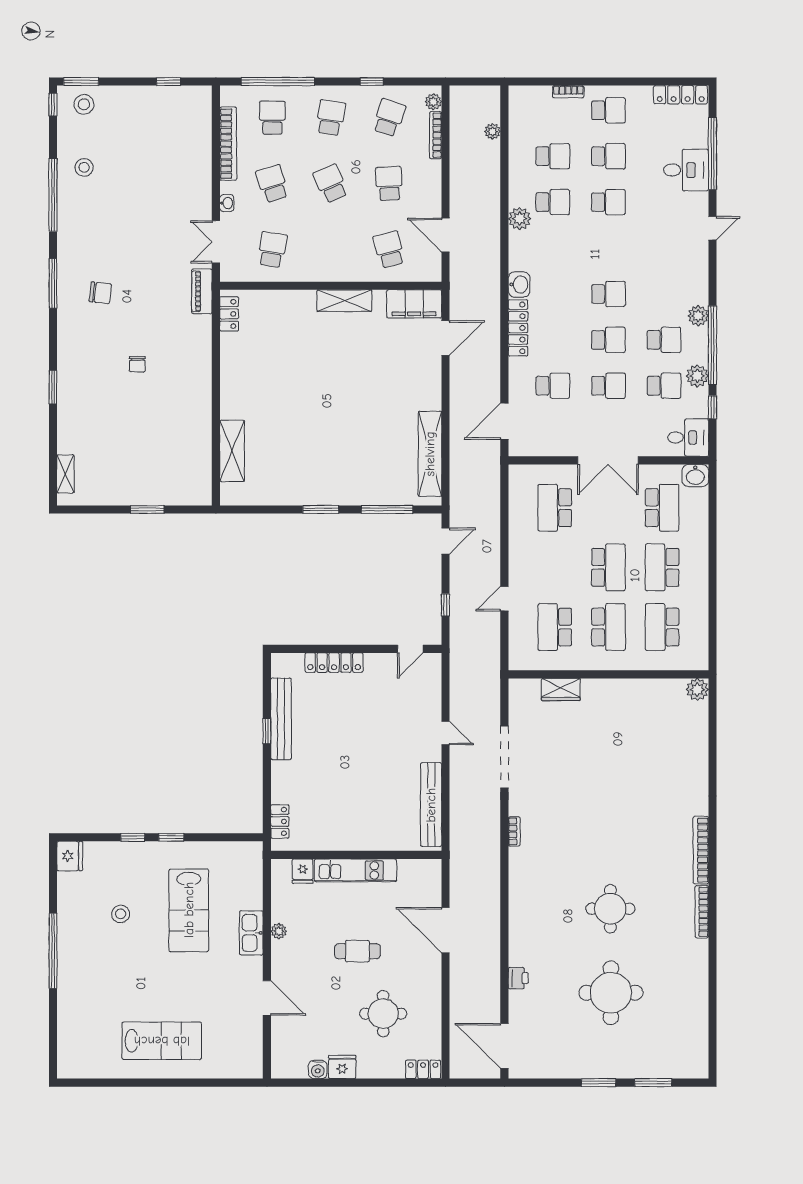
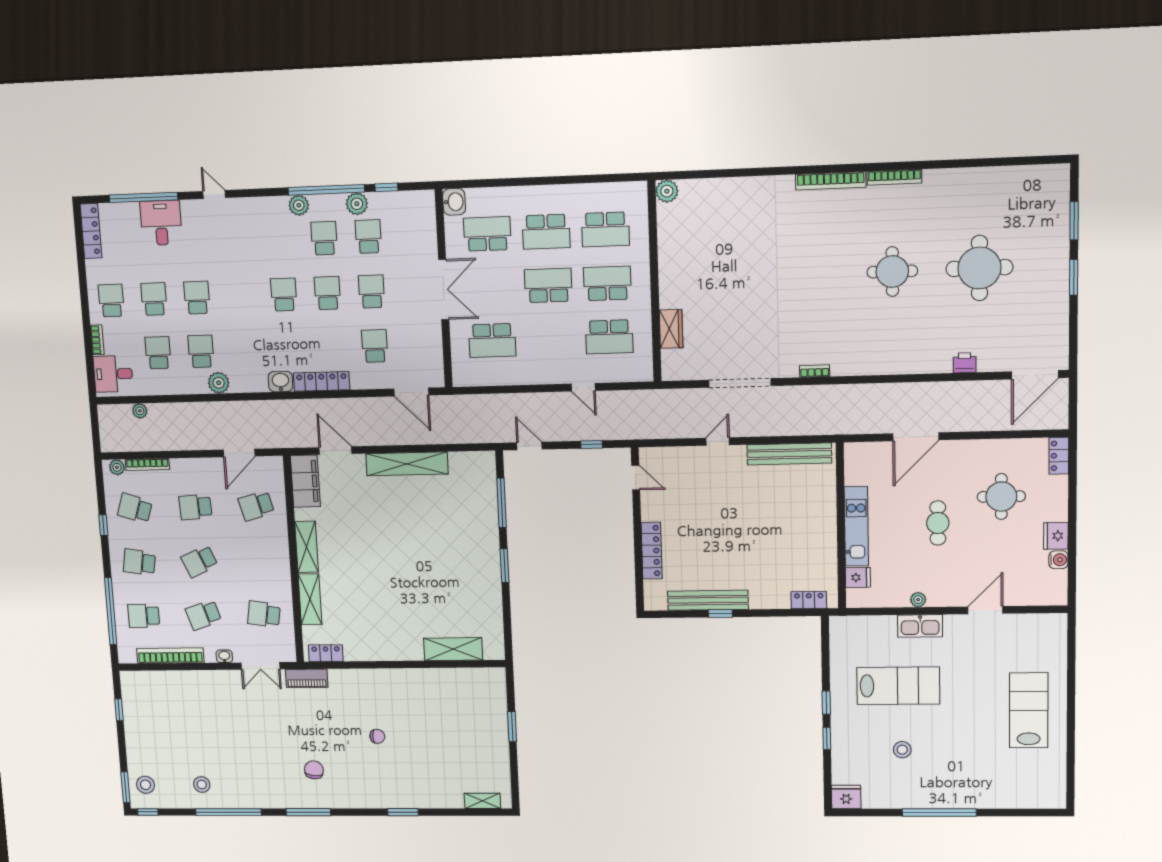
shelving: (288, 301) -> (310, 599), added
desk: (688, 438) -> (113, 374), moved, turned -90
shelving: (430, 454) -> (407, 464), moved

